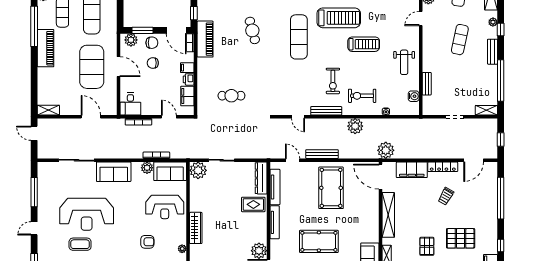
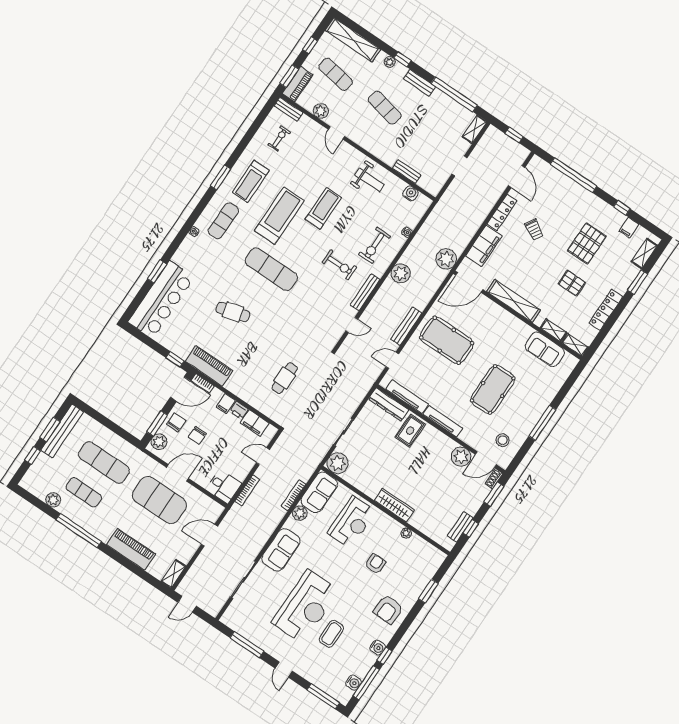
piano: (46, 48) -> (131, 549), moved

